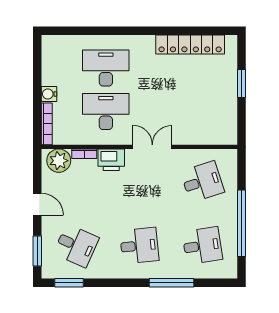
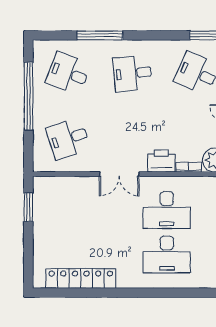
window: (241, 84) -> (28, 207), moved
desk: (202, 246) -> (68, 73), turned 30

